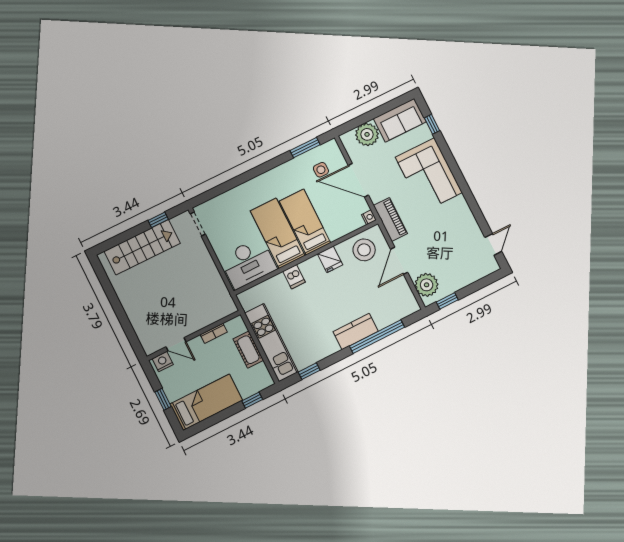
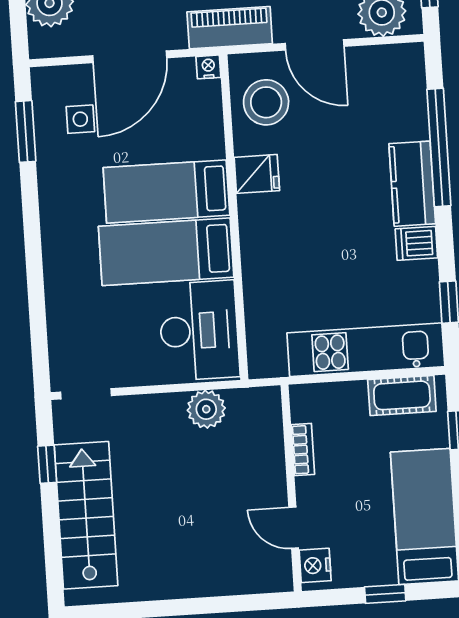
dishwasher: (294, 277) -> (416, 243), moved, turned 180
plant: (214, 281) -> (206, 409), added
door: (176, 344) -> (294, 528), swing flipped
cot: (248, 350) -> (402, 395), moved

